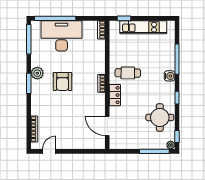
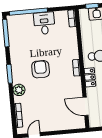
desk: (62, 36) -> (44, 23), width x0.53, depth x0.77
plant: (37, 73) -> (19, 90), moved
armchair: (62, 82) -> (41, 69), turned 180

